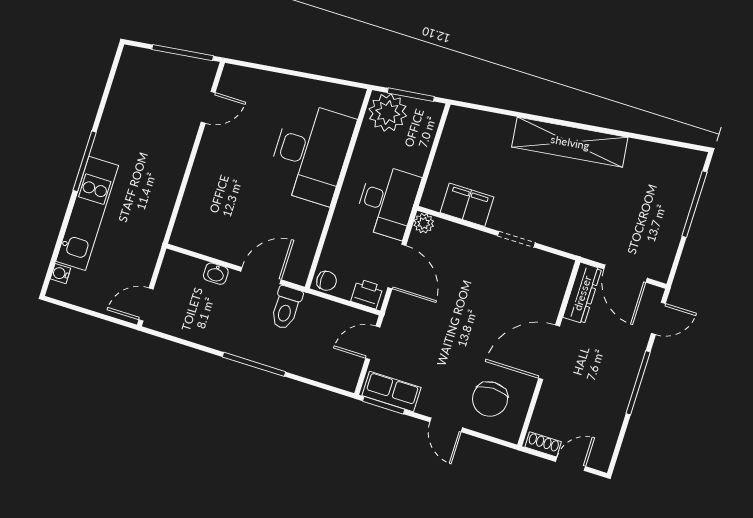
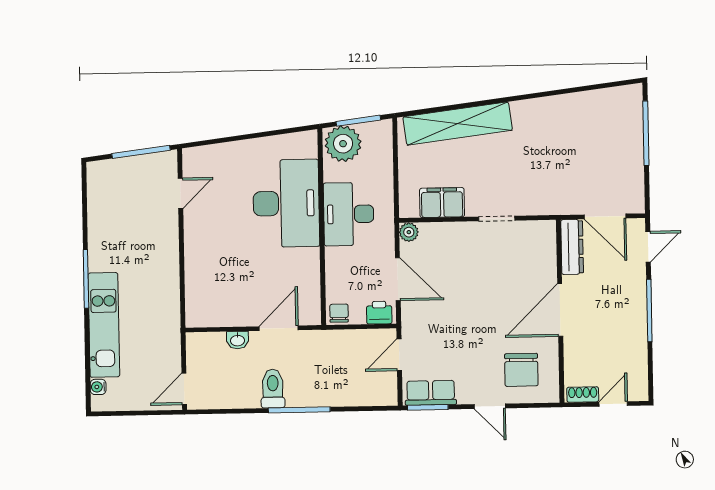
shelving: (570, 142) -> (458, 124), moved
desk: (387, 201) -> (349, 214), moved, turned 180
chair: (327, 281) -> (339, 313), turned -90
toilet: (286, 308) -> (273, 389), moved, turned 180

